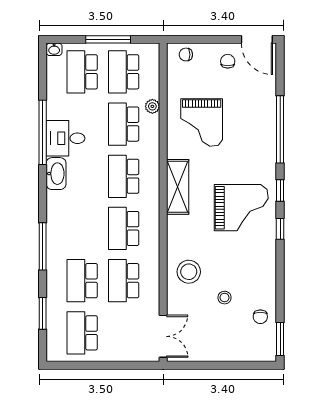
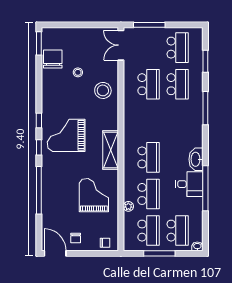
school desk: (124, 228) -> (149, 121), removed
chair: (260, 317) -> (53, 59), width x1.87, depth x1.87
window: (123, 365) -> (149, 25), added

